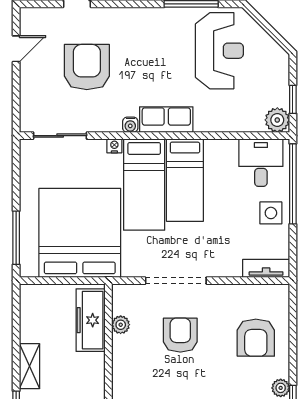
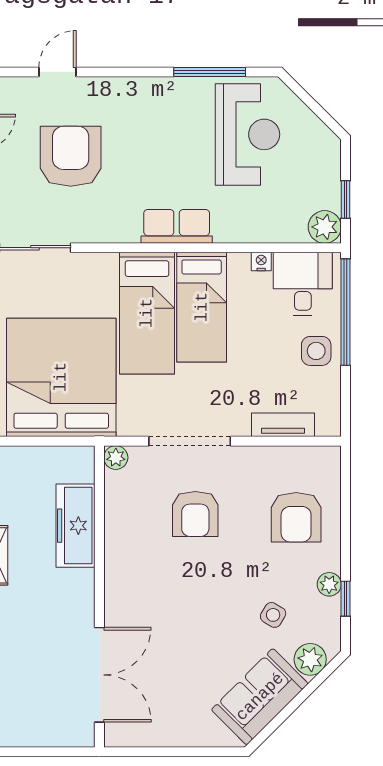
water cooler: (130, 125) -> (129, 233), removed
nightstand: (114, 146) -> (261, 261), moved
tv unit: (266, 268) -> (283, 425), moved
freezer: (91, 320) -> (76, 526), moved
plant: (121, 325) -> (116, 458), moved
armchair: (180, 335) -> (195, 514), turned 180

